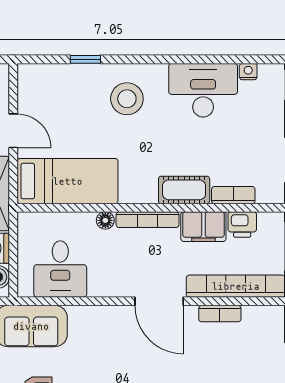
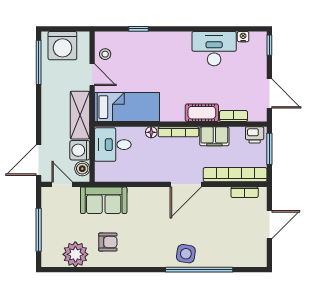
stool: (127, 99) -> (105, 54), moved, width x0.53, depth x0.53
printer: (242, 224) -> (255, 135), moved
desk: (60, 269) -> (113, 145), moved, turned 90
door: (159, 301) -> (186, 184), hinge flipped
bookcase: (220, 314) -> (245, 192), moved

